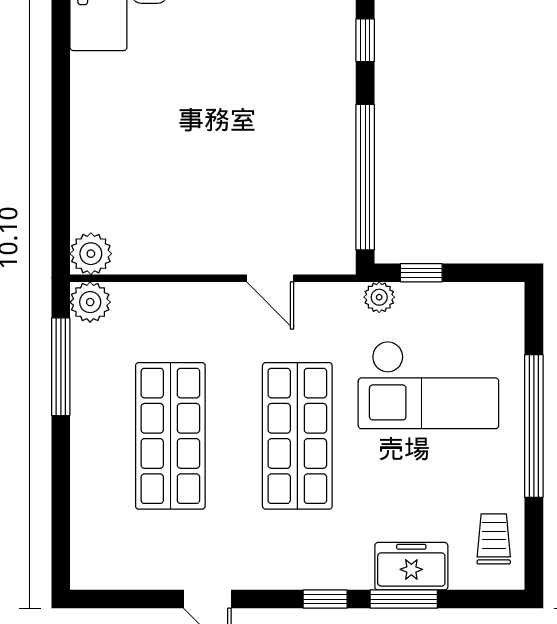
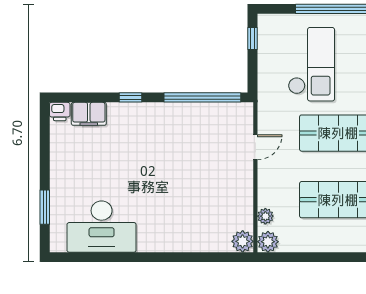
window: (421, 273) -> (253, 38), moved
plant: (379, 297) -> (265, 216), moved
window: (61, 367) -> (302, 257), removed

